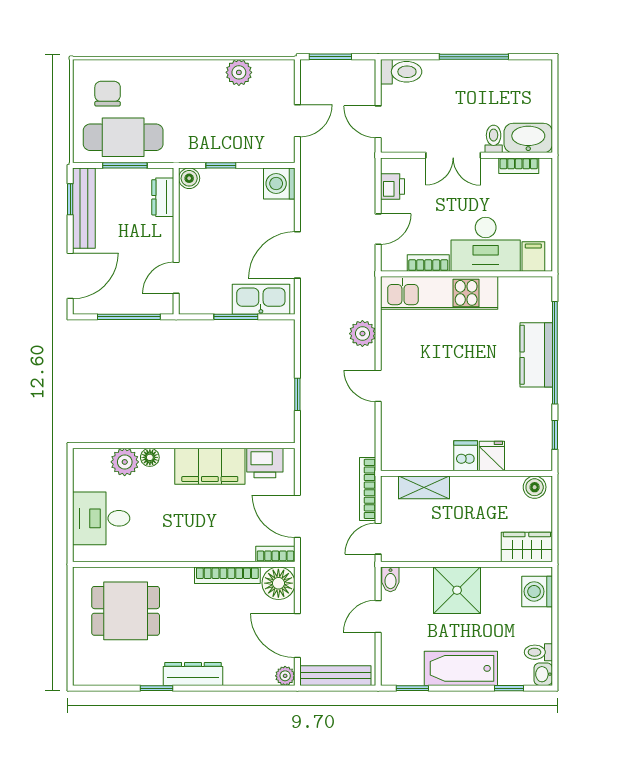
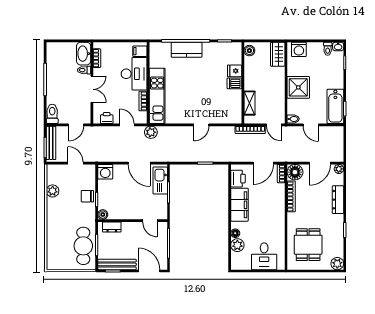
chair: (108, 94) -> (87, 196), moved
plant: (362, 334) -> (151, 132), moved
bathtub: (461, 668) -> (335, 106), moved
plant: (86, 672) -> (337, 264), added
dresser: (193, 674) -> (338, 200), moved
bench: (335, 676) -> (51, 143), moved

